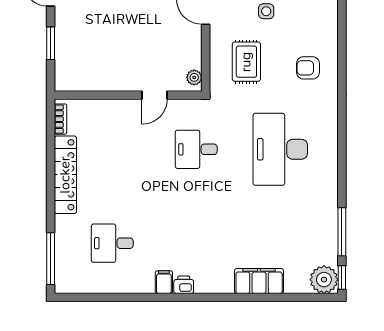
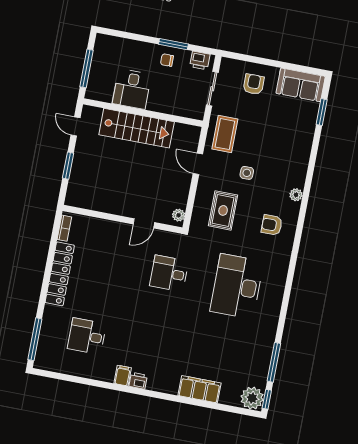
plant: (330, 26) -> (296, 195), added

